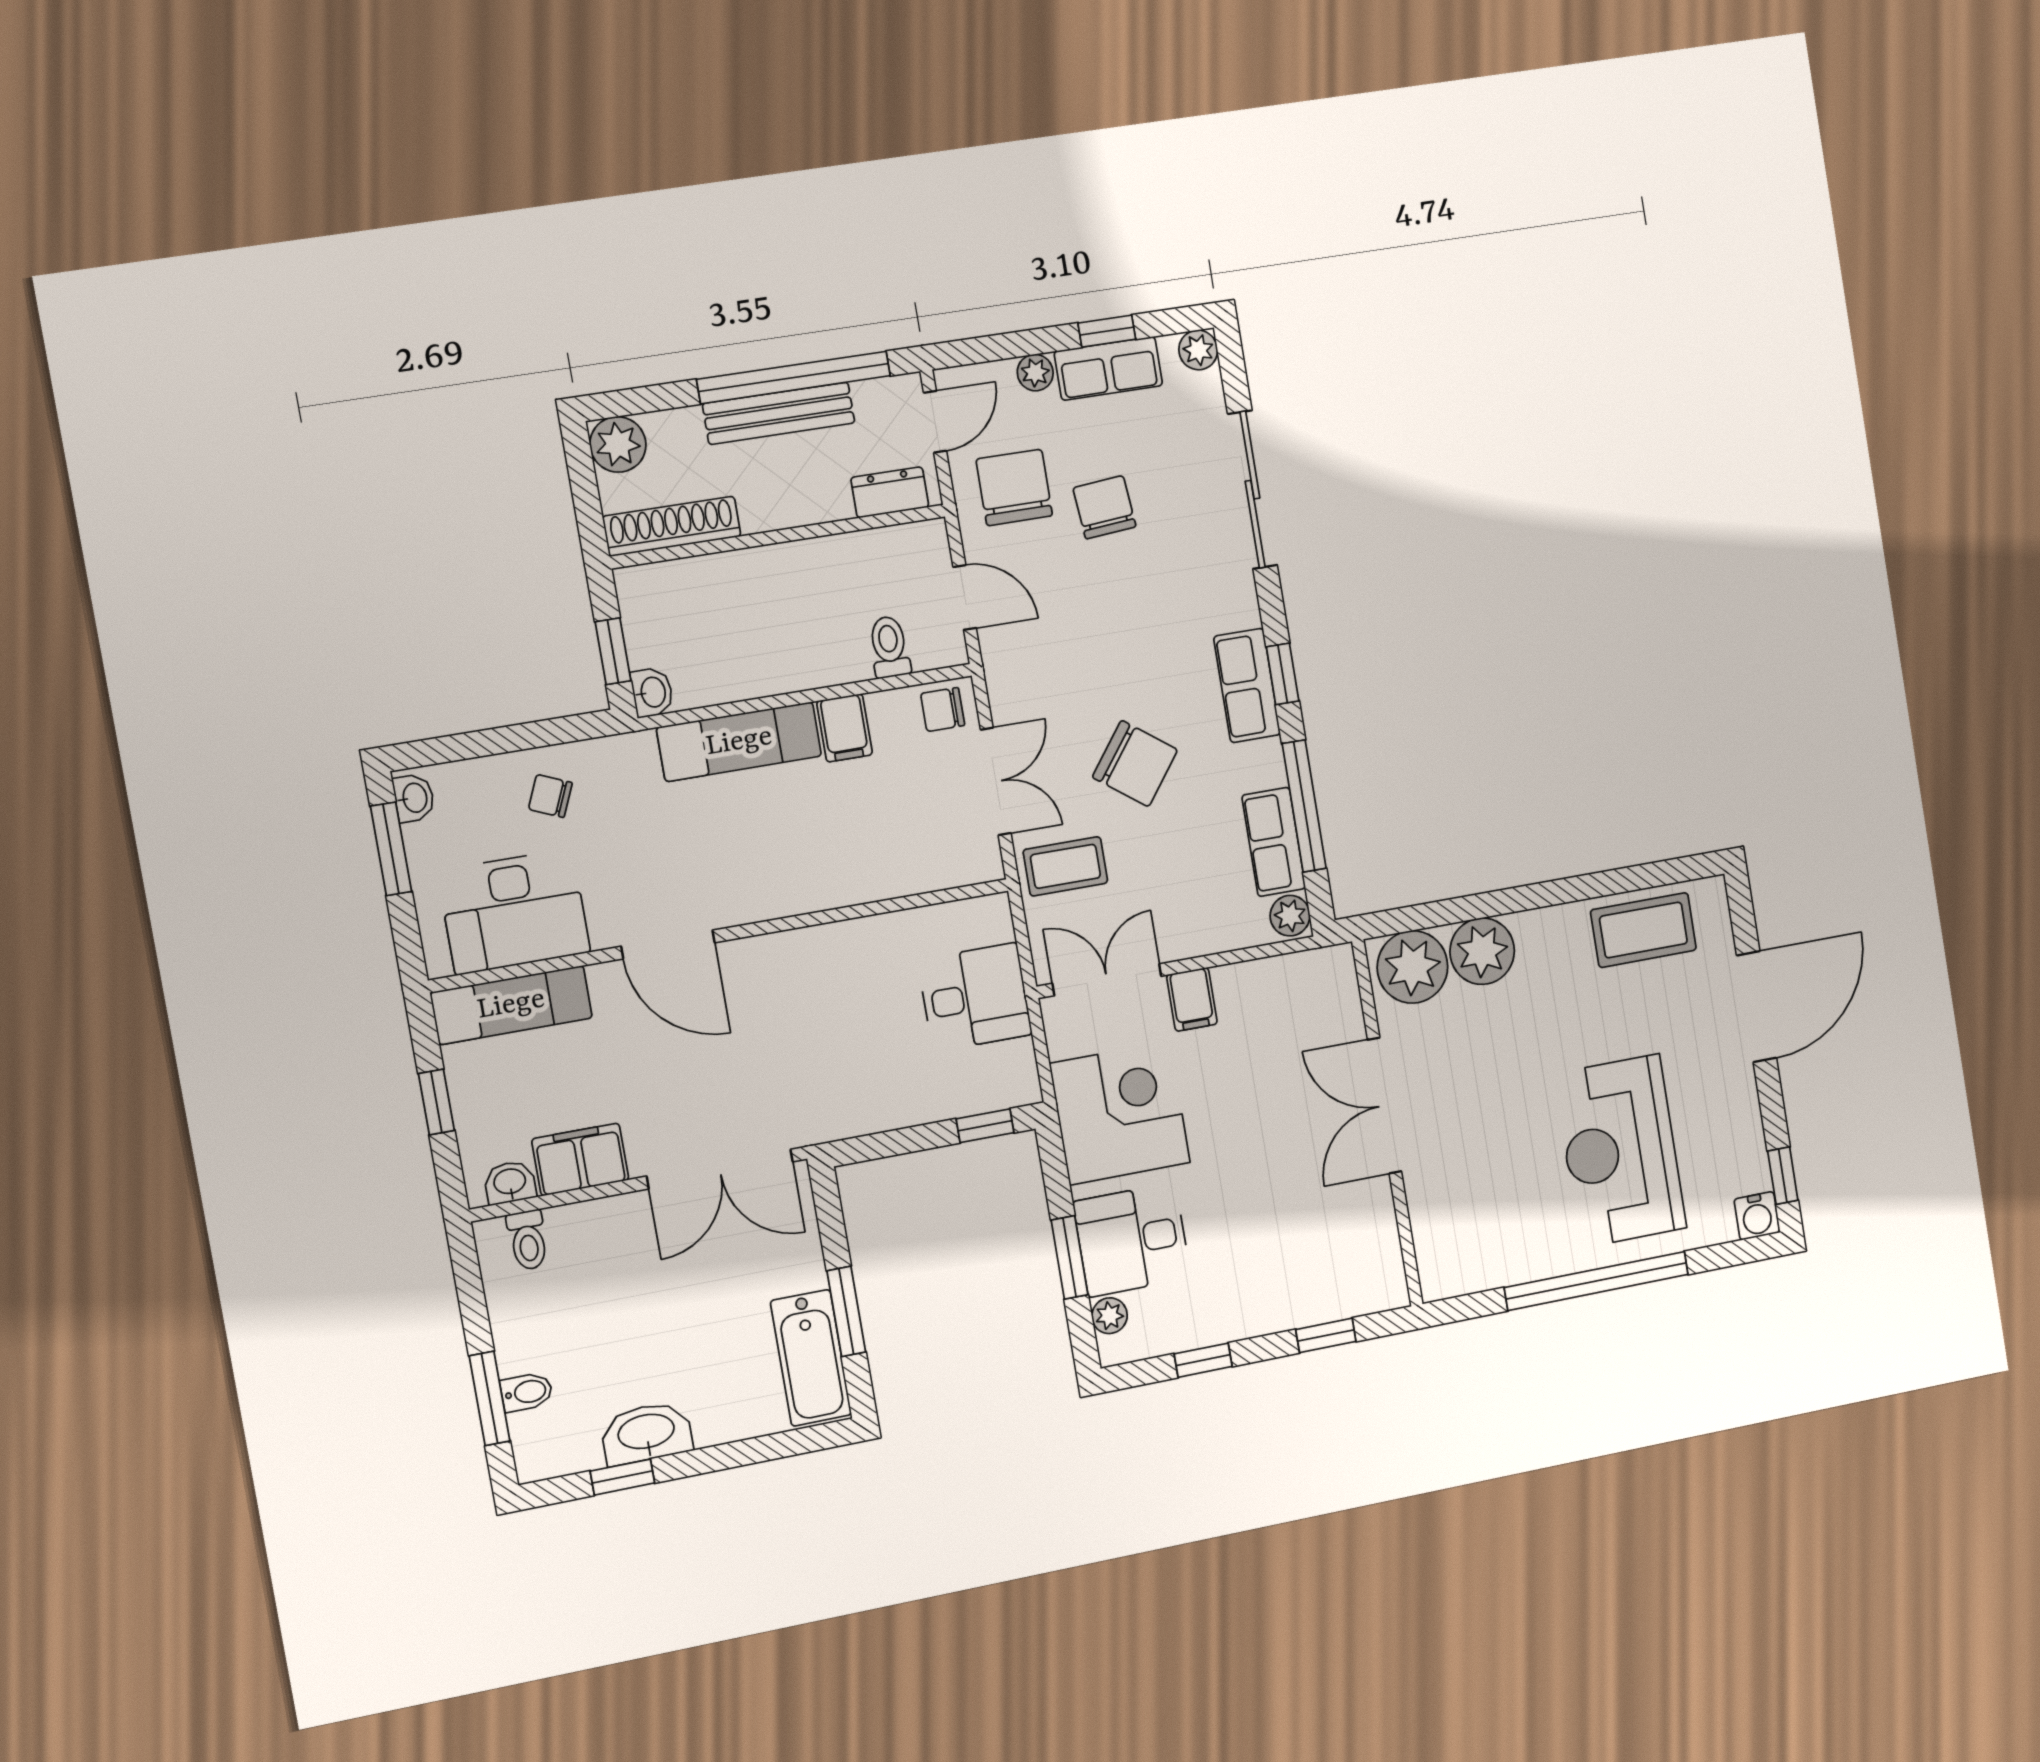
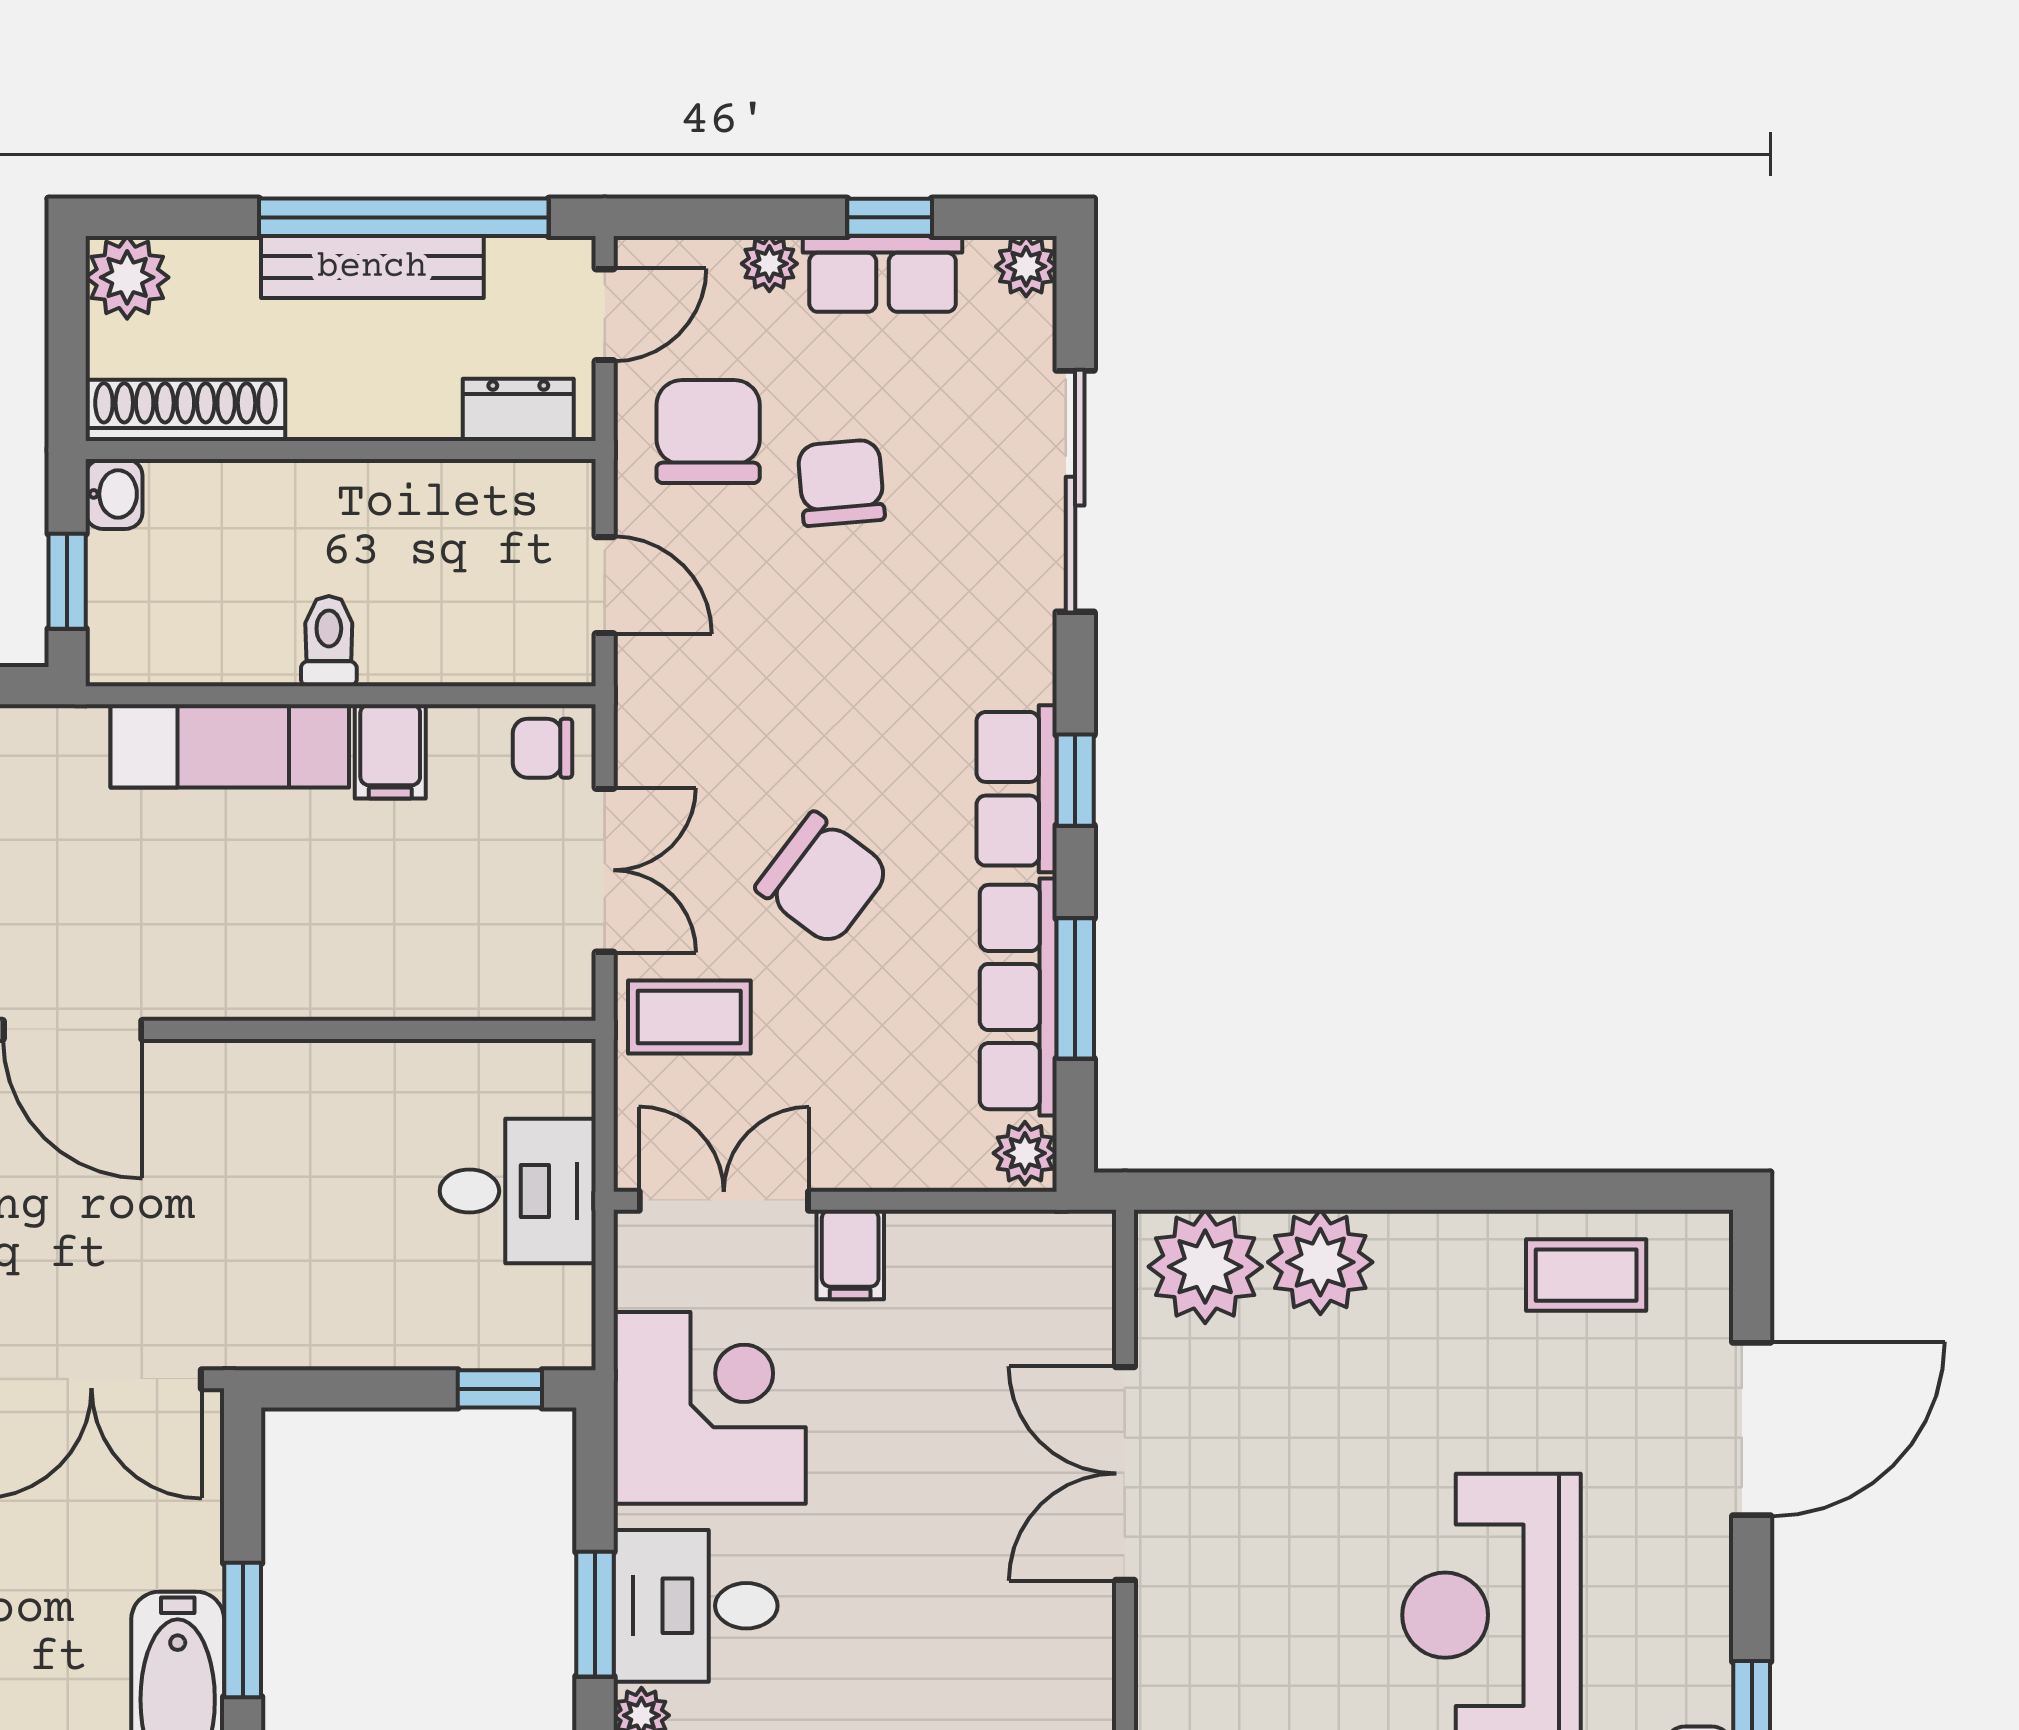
toilet: (889, 647) -> (329, 641), moved
washbasin: (652, 692) -> (114, 494), moved
window: (1304, 806) -> (1075, 988), width x0.69
row of seats: (1274, 842) -> (1018, 997), width x1.48
coffee table: (1643, 930) -> (1586, 1275), width x0.73, depth x0.77

